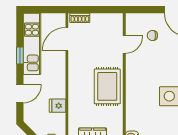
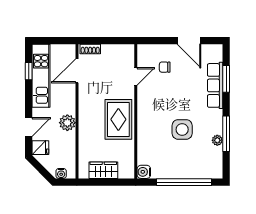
window: (20, 56) -> (29, 71), moved
plant: (58, 90) -> (67, 123), added
fridge: (57, 106) -> (40, 148), moved, turned 180

